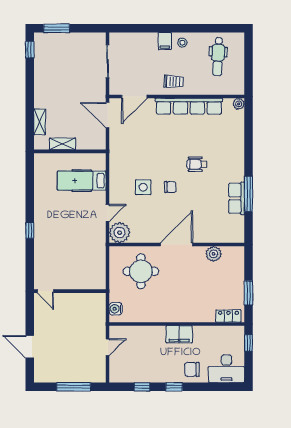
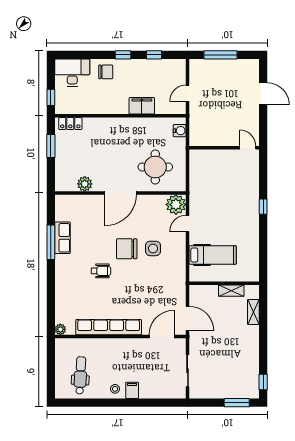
trolley: (174, 82) -> (123, 351), removed
chair: (170, 187) -> (127, 249), width x1.87, depth x1.87
filing cabinet: (179, 334) -> (142, 106), moved

